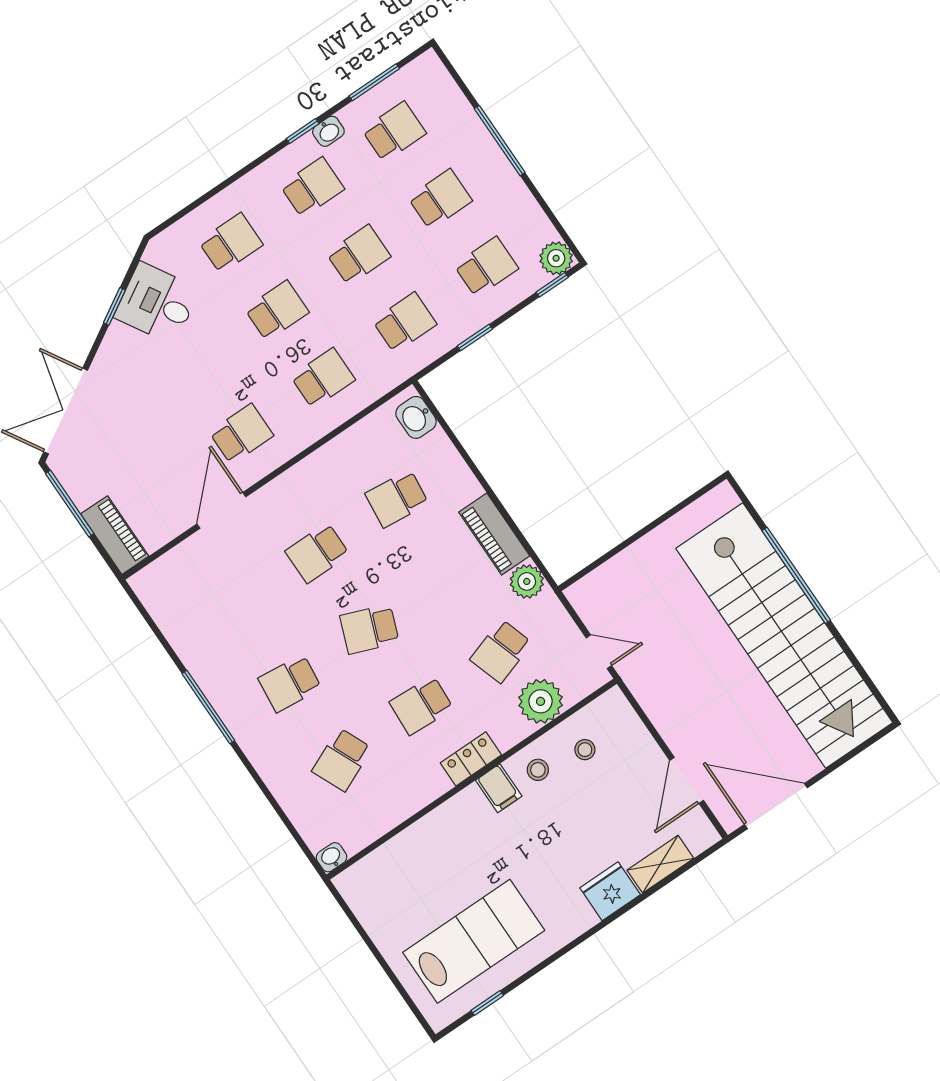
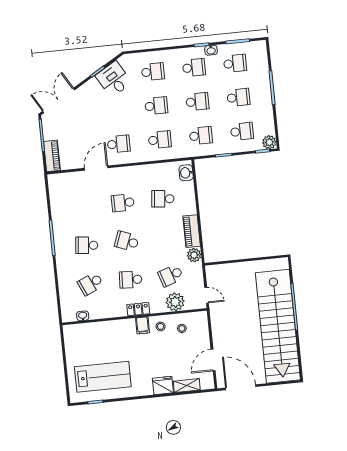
washbasin: (332, 857) -> (83, 316), moved

